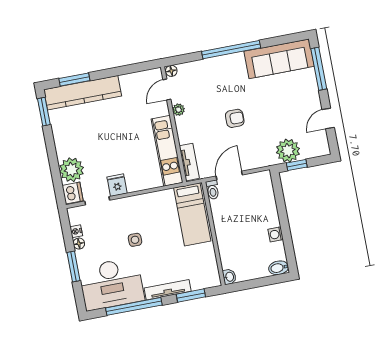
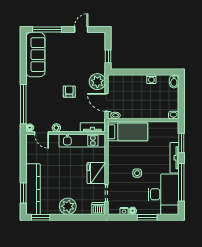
window: (231, 50) -> (23, 104), moved
door: (328, 118) -> (81, 30), swing flipped
plant: (288, 151) -> (97, 82), moved
plant: (72, 170) -> (68, 206), moved
fridge: (117, 185) -> (96, 173), width x1.88, depth x1.34

